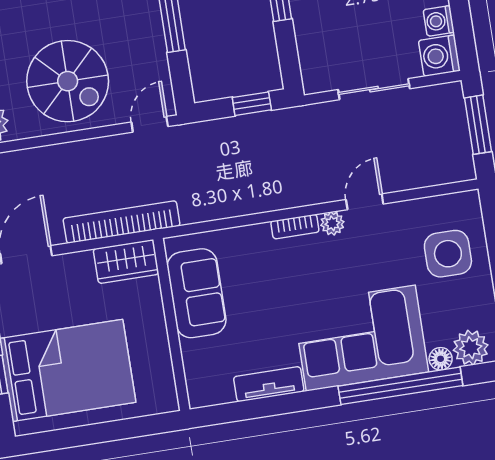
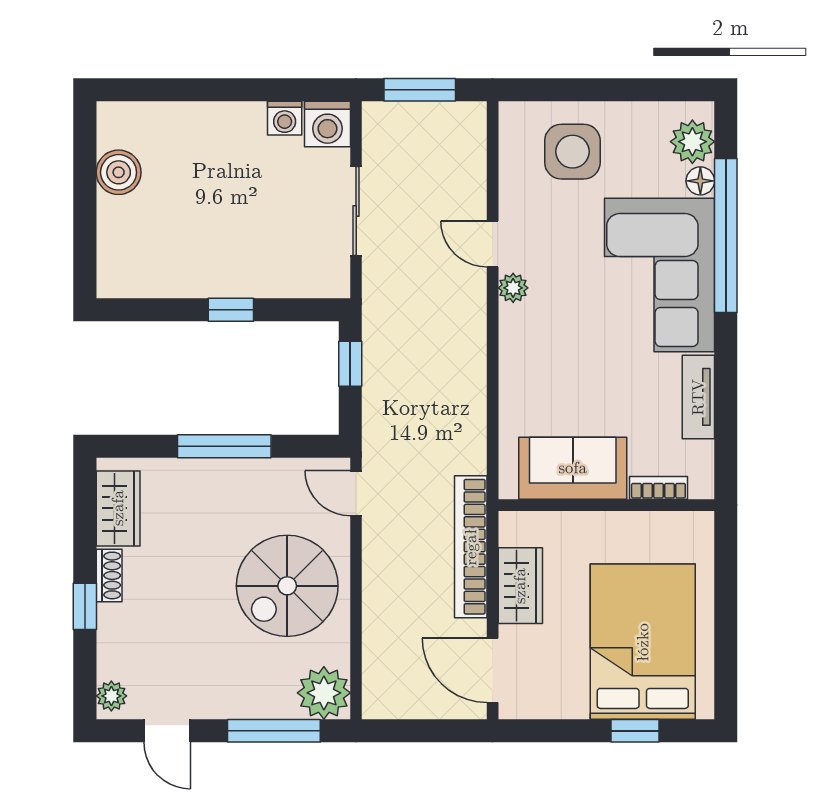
spiral stairs: (68, 81) -> (287, 586), turned 180
bookcase: (295, 227) -> (658, 488), moved, turned -90
wardrobe: (126, 262) -> (520, 586), moved

